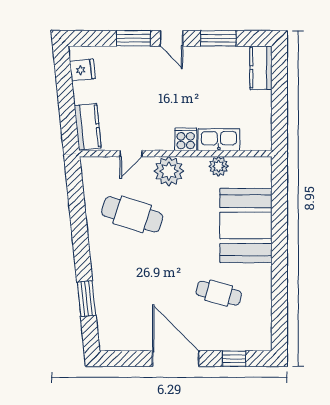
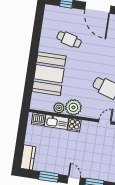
dishwasher: (253, 140) -> (38, 119), added
plant: (169, 171) -> (73, 107), moved

